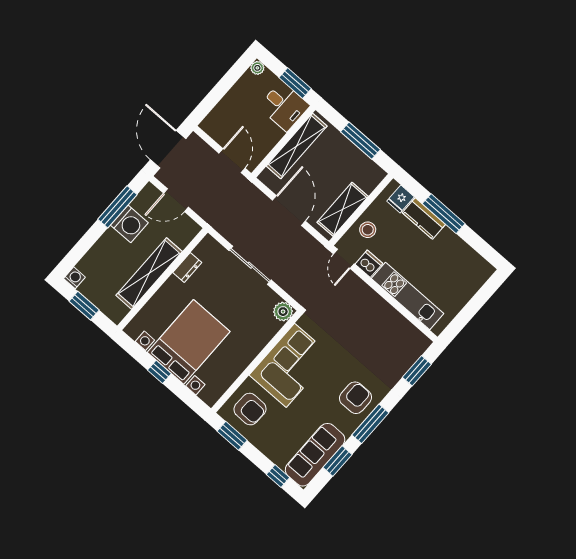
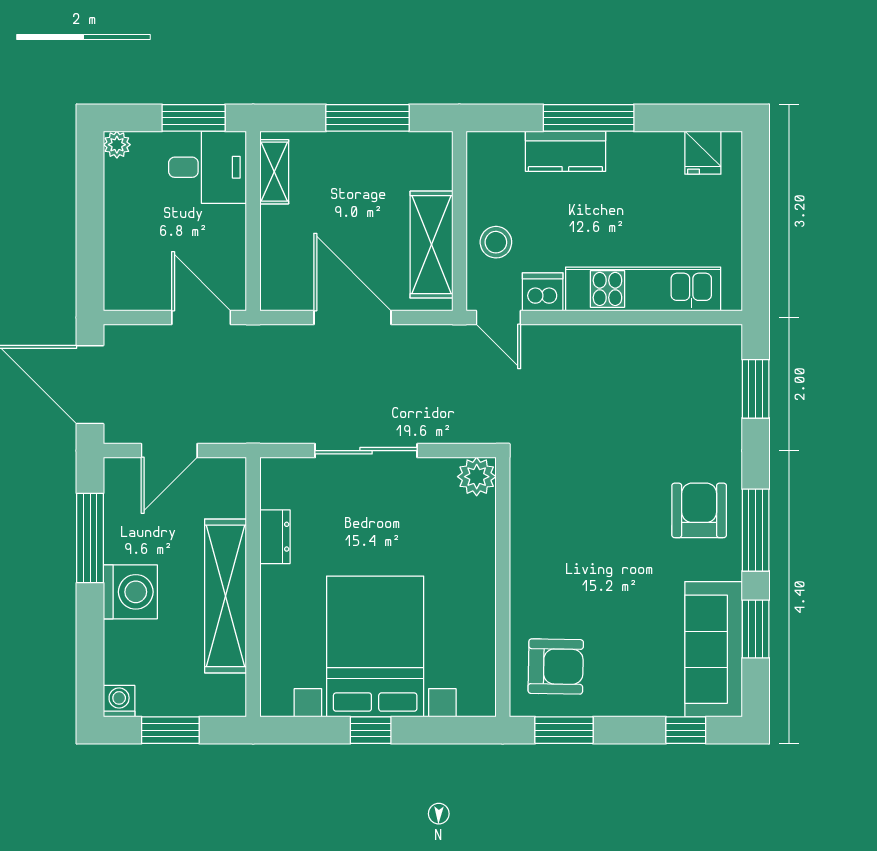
shelving: (297, 146) -> (274, 172), width x0.45, depth x0.75
fridge: (400, 199) -> (703, 153), moved
washing machine: (129, 224) -> (130, 592), moved
corner sofa: (290, 365) -> (559, 548), removed

